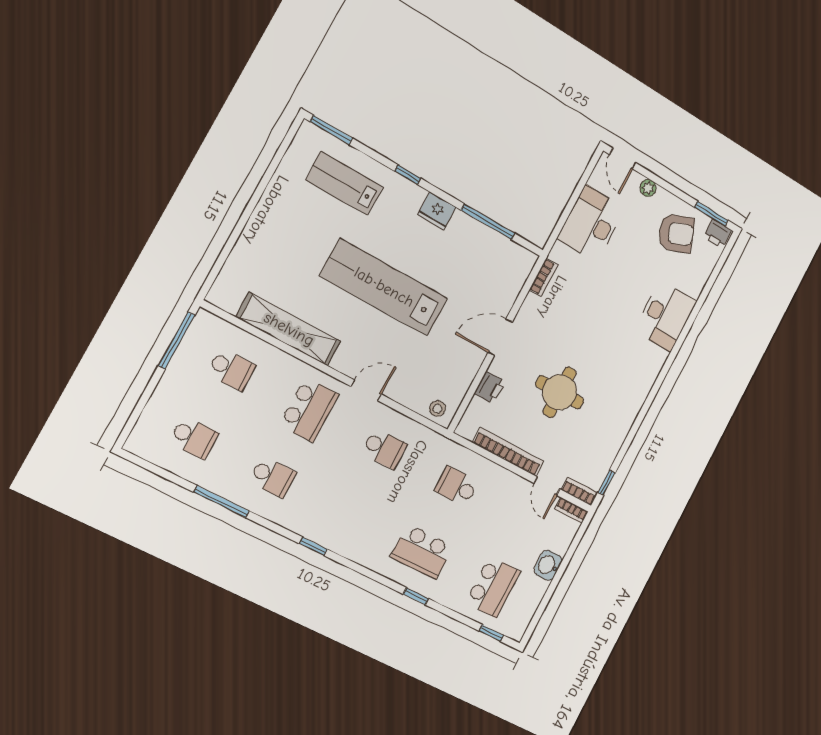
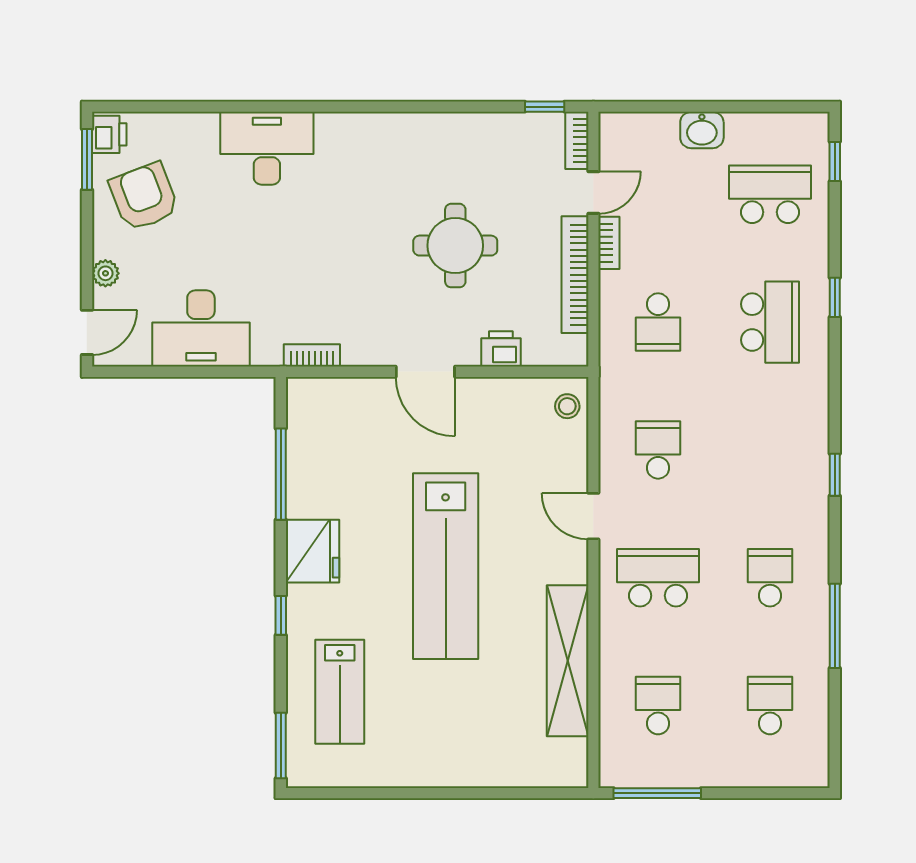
fridge: (437, 211) -> (312, 551), width x1.36, depth x1.34
bookcase: (571, 510) -> (609, 243), moved

